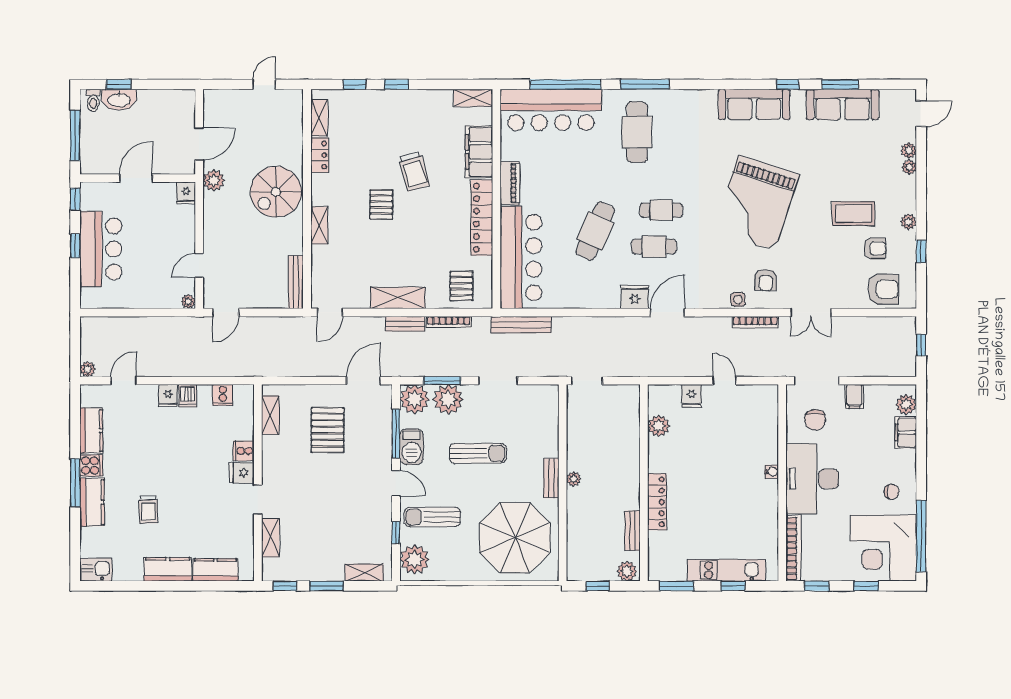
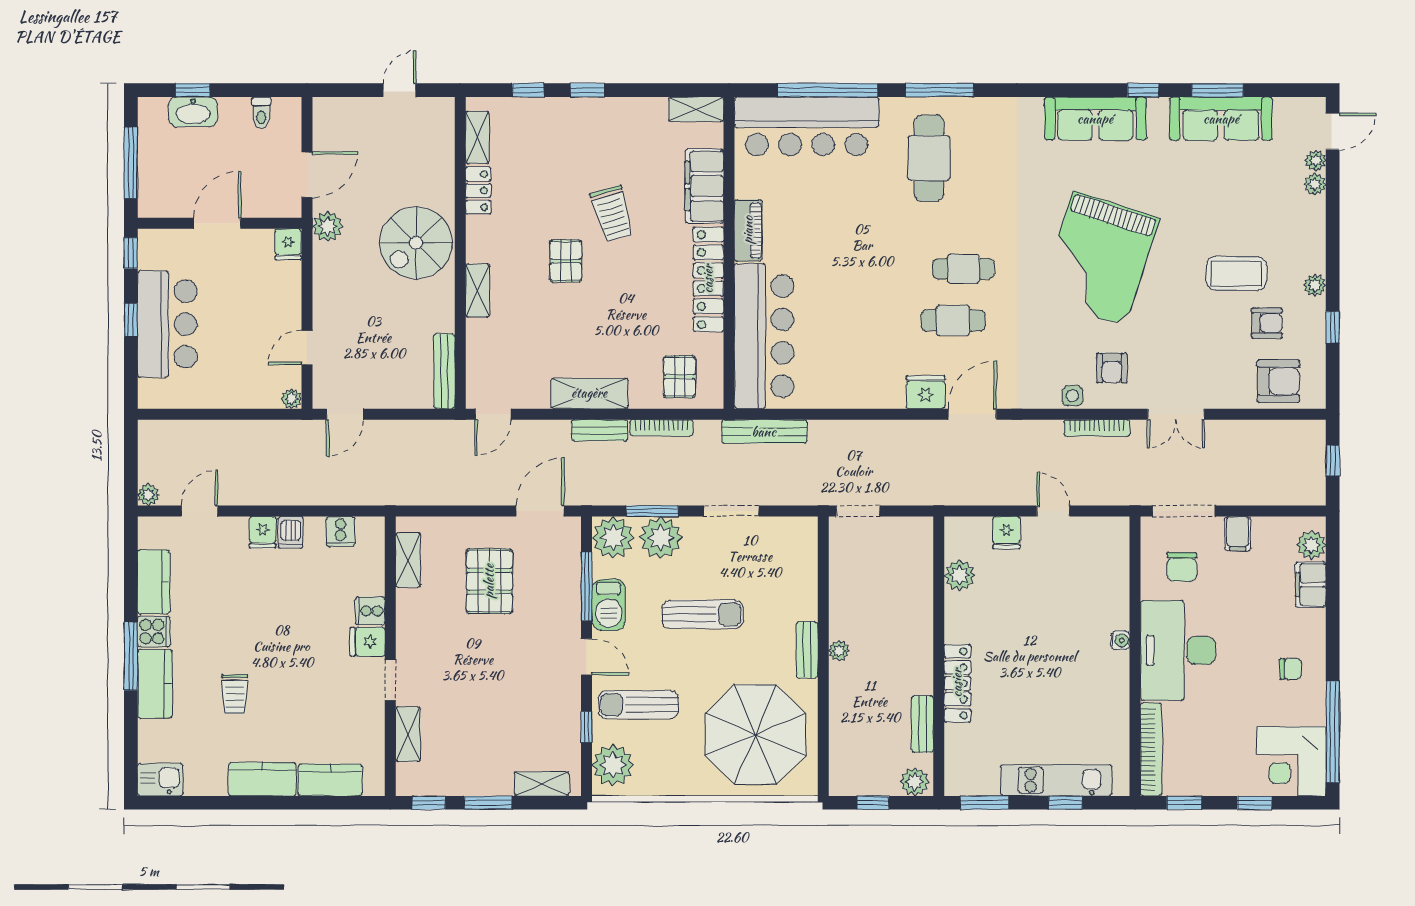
toilet: (93, 100) -> (261, 113), moved
plant: (909, 167) -> (1316, 160), moved
cafe table: (595, 231) -> (870, 298), removed
corner desk: (883, 548) -> (1291, 761), width x0.74, depth x0.74

